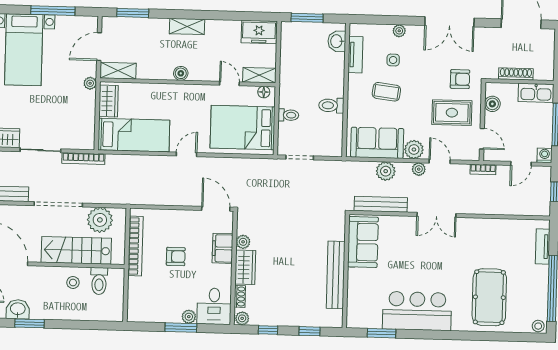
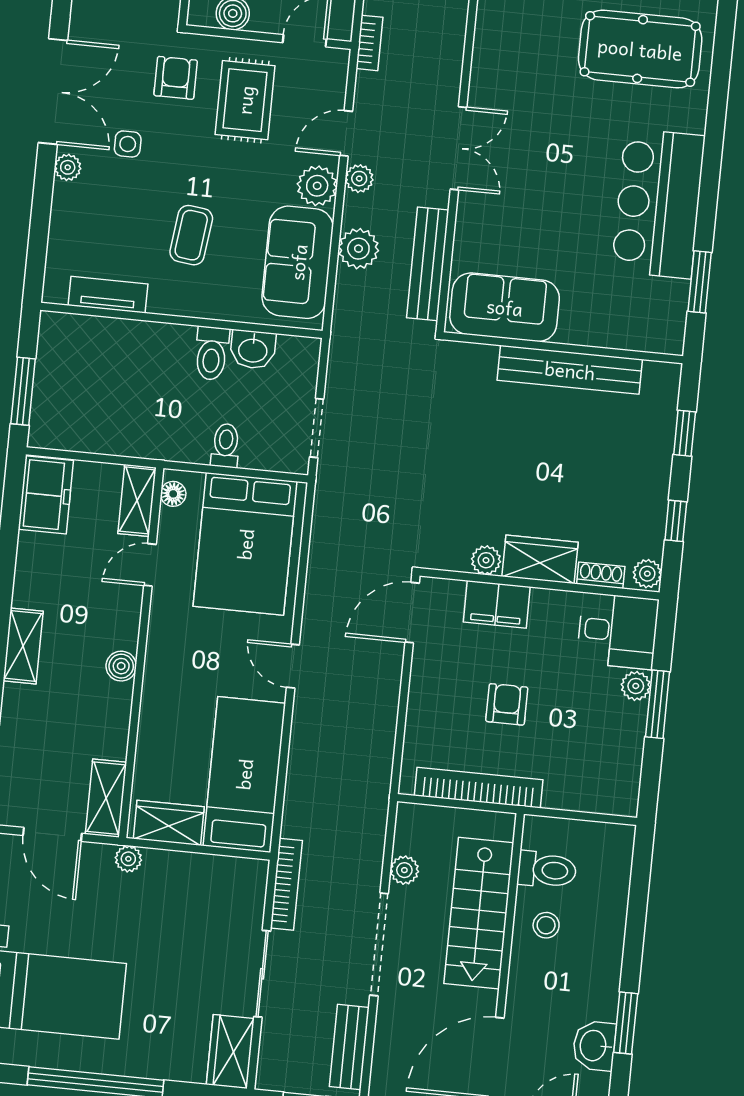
plant: (399, 31) -> (68, 167), moved
washbasin: (337, 41) -> (253, 350), moved
side table: (393, 60) -> (128, 144), moved
plant: (100, 220) -> (404, 870), width x0.53, depth x0.53

